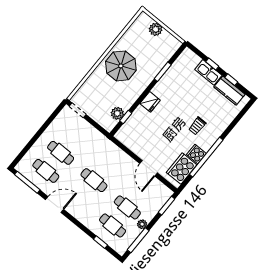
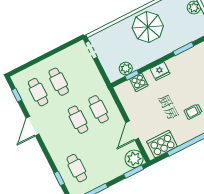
cooker: (196, 154) -> (139, 82), moved, turned 180
window: (27, 182) -> (17, 95), width x0.46
door: (55, 205) -> (33, 126), swing flipped
cafe table: (127, 207) -> (99, 109), moved
plant: (142, 224) -> (134, 159), moved, width x1.88, depth x1.88

